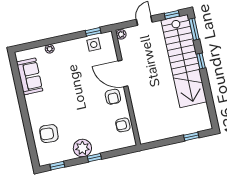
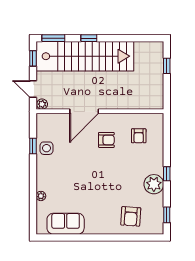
plant: (121, 34) -> (42, 104), moved
door: (123, 74) -> (84, 111), moved
wall: (126, 88) -> (100, 111), moved

